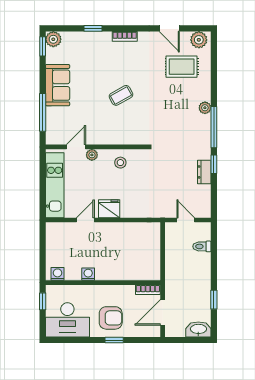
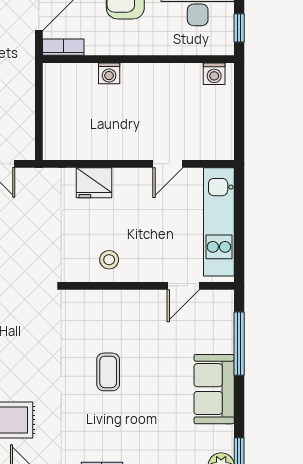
coffee table: (121, 95) -> (108, 372), turned -61
plant: (92, 155) -> (157, 272), removed
fridge: (109, 209) -> (94, 183), moved
washing machine: (88, 274) -> (109, 73), moved

